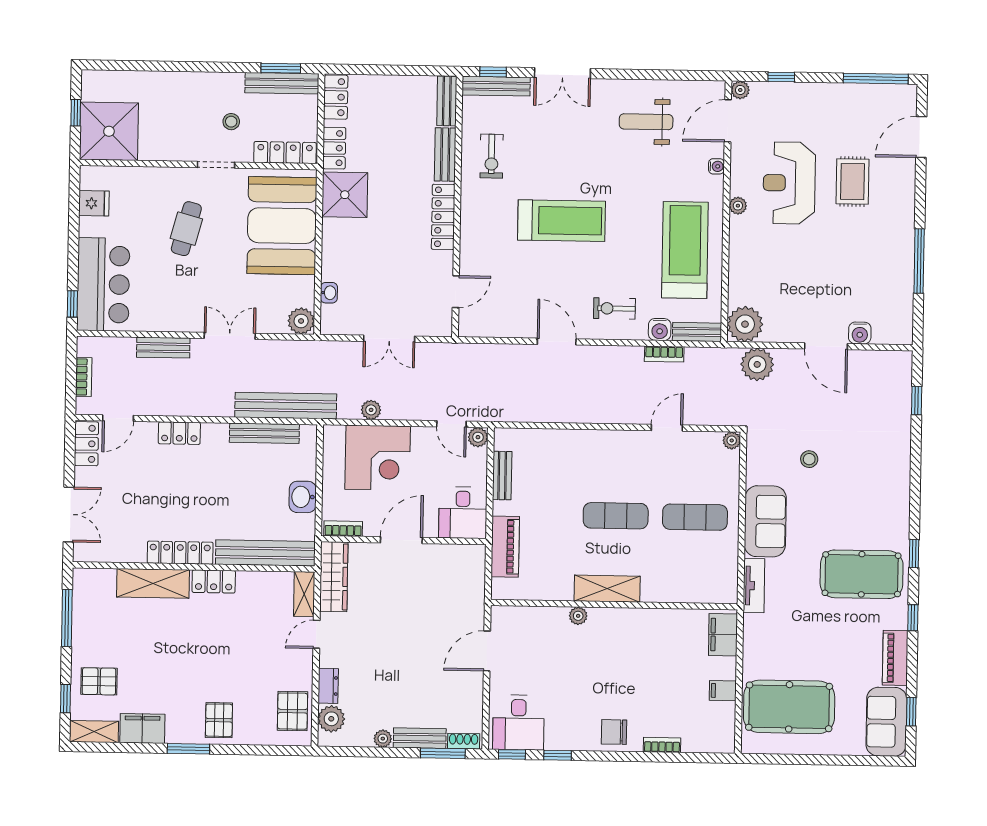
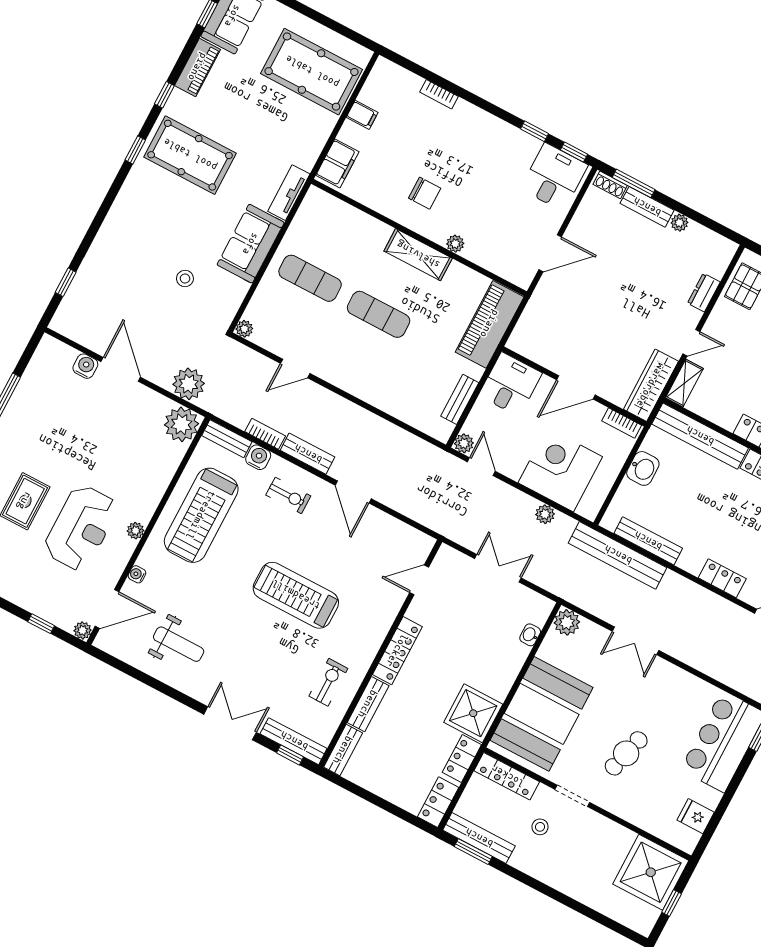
bench: (163, 348) -> (308, 454), moved
piano: (505, 547) -> (490, 324), width x1.37, depth x1.33
plant: (331, 719) -> (716, 263), removed
chair: (614, 732) -> (425, 193), moved

